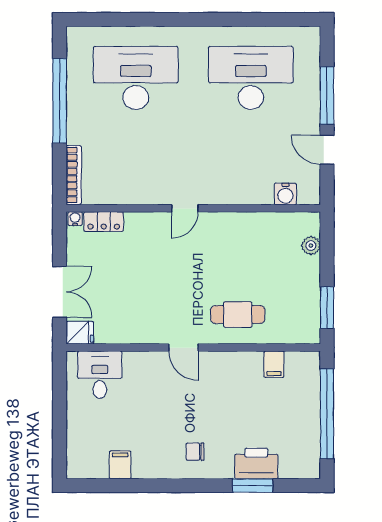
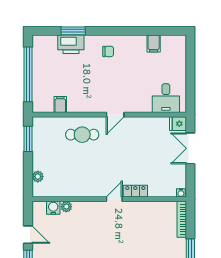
plant: (264, 196) -> (66, 207), added
locker: (104, 222) -> (135, 191), moved
door: (184, 348) -> (115, 115), swing flipped

